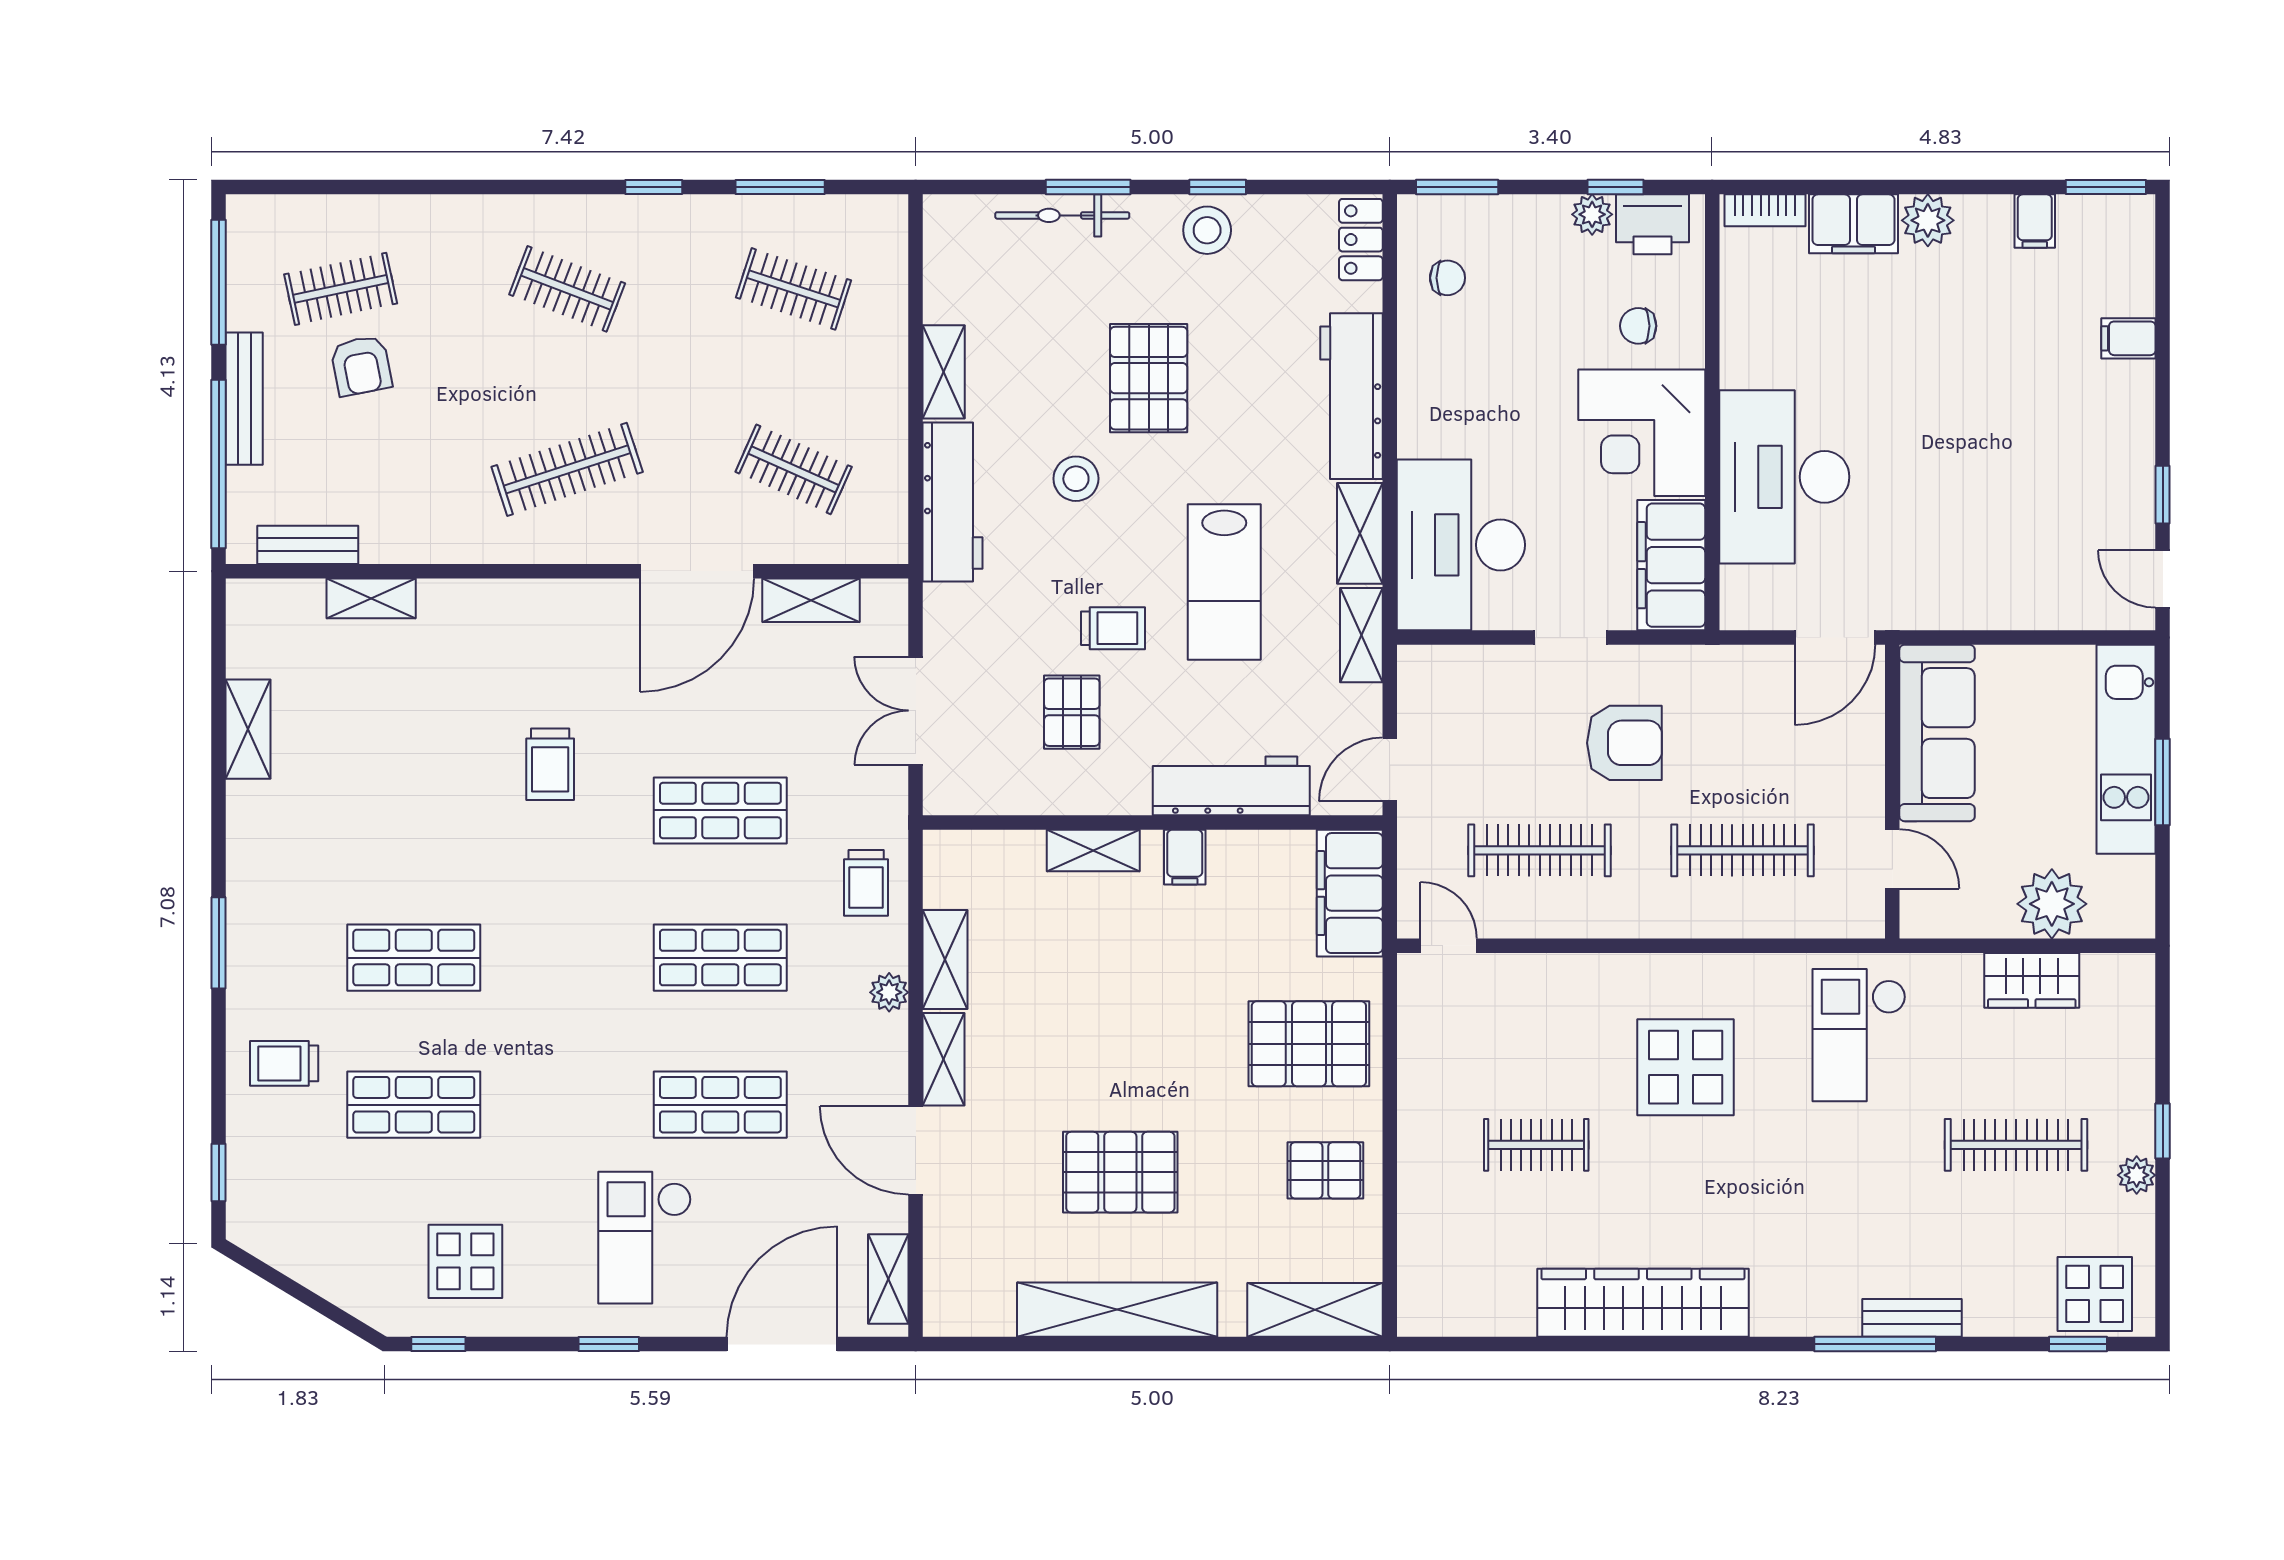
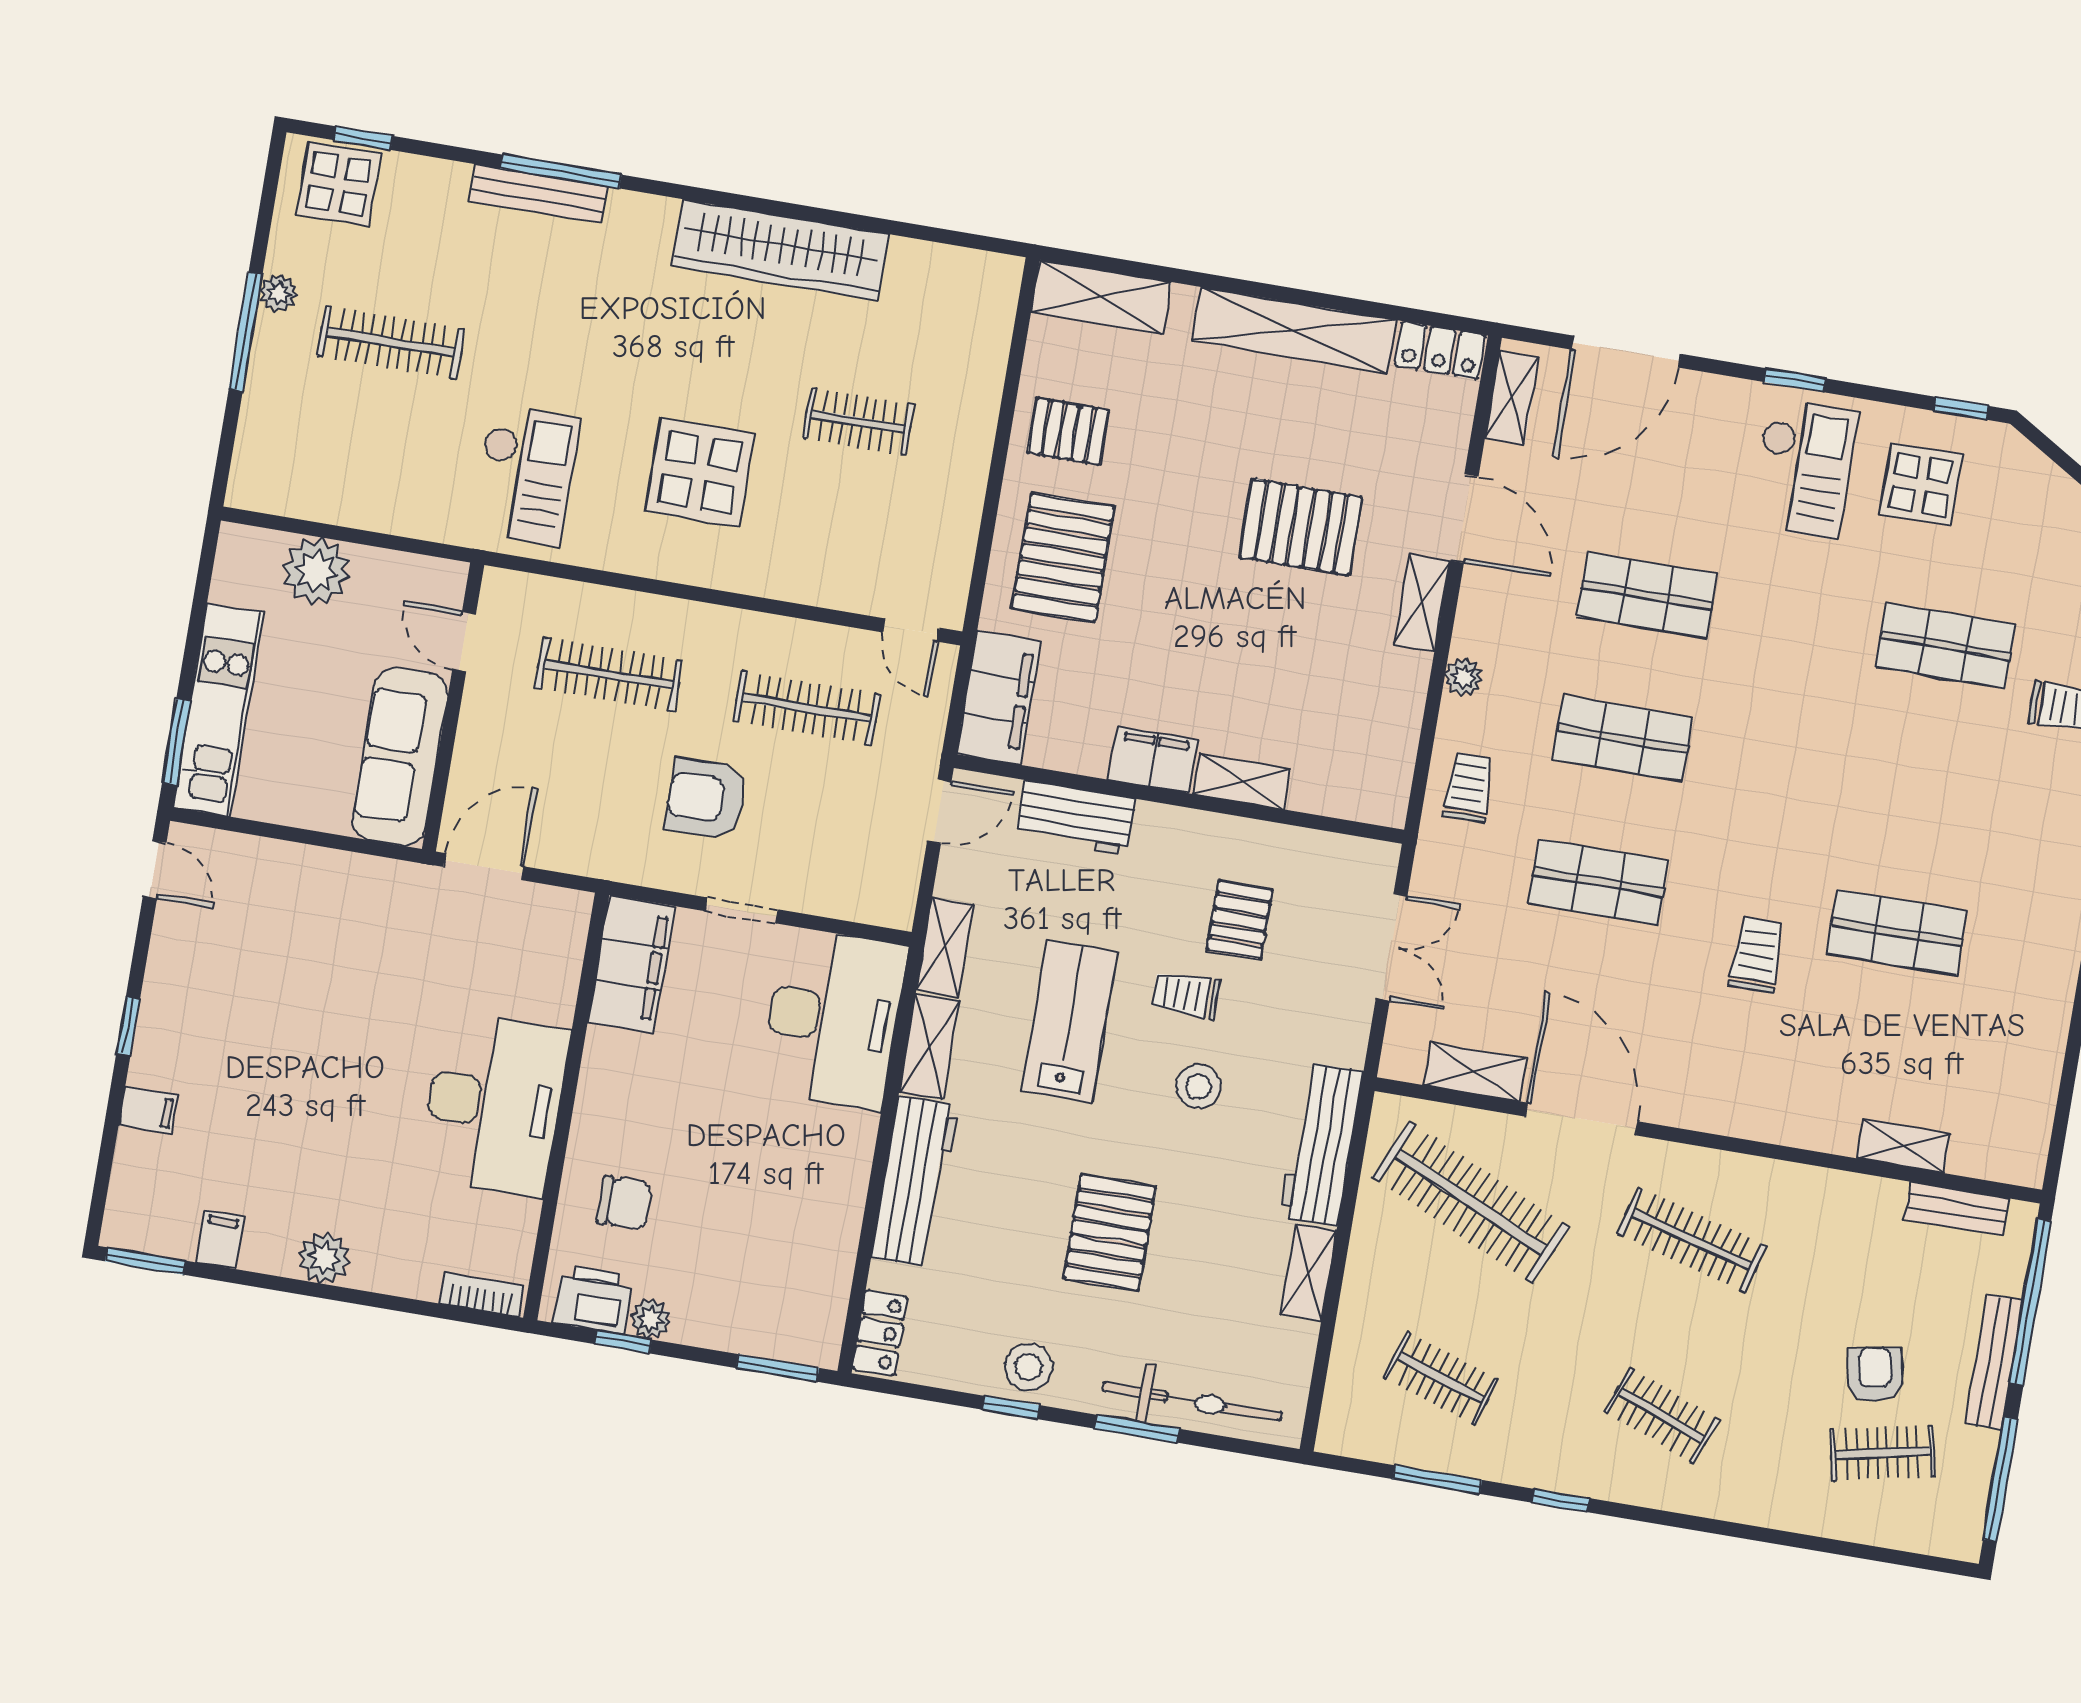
bicycle: (1062, 215) -> (1192, 1401), width x1.37, depth x1.40
filing cabinet: (1853, 224) -> (397, 1267), removed
chair: (1447, 278) -> (802, 1281), removed
chair: (1638, 326) -> (624, 1203), width x1.37, depth x1.37
corner desk: (1642, 433) -> (638, 1098), removed
clothes rail: (567, 469) -> (1692, 1240), turned 33
clothes rail: (794, 469) -> (1471, 1202), width x1.86, depth x1.31
desk: (1784, 477) -> (494, 1104), moved
stool: (1076, 479) -> (1198, 1087), moved
window: (2163, 495) -> (128, 1026), moved
door: (697, 571) -> (1582, 1119), hinge flipped
shelving: (248, 729) -> (2045, 1039), removed
window: (2163, 782) -> (176, 742), moved
workbench: (1231, 786) -> (1076, 818), width x0.73
filing cabinet: (1185, 857) -> (1153, 760), width x2.00
shop shelf: (414, 958) -> (1897, 932), moved
shelving: (945, 959) -> (1404, 700), removed
wardrobe: (2032, 980) -> (348, 500), removed
pallet: (1309, 1044) -> (1063, 557), turned 90
window: (2163, 1131) -> (246, 332), width x2.17
pallet: (1120, 1172) -> (1301, 527), moved
checkout: (645, 1238) -> (1804, 469), moved
locker: (968, 1314) -> (1440, 350), added
bench: (1912, 1318) -> (538, 194), width x1.36

